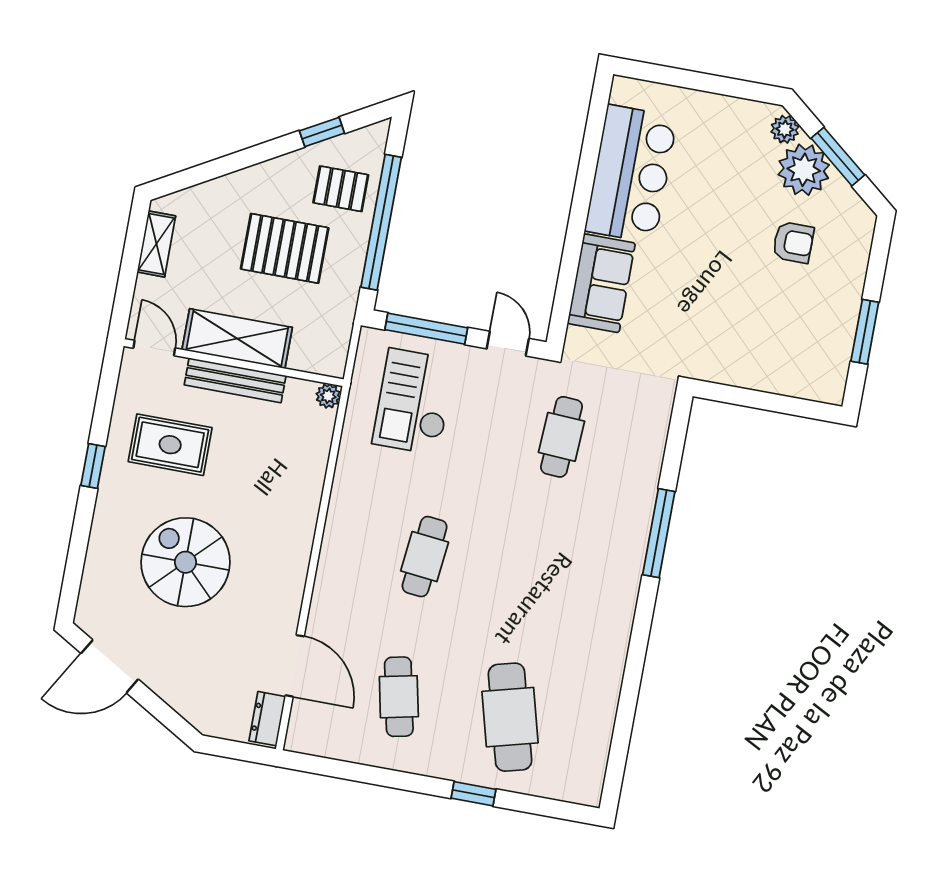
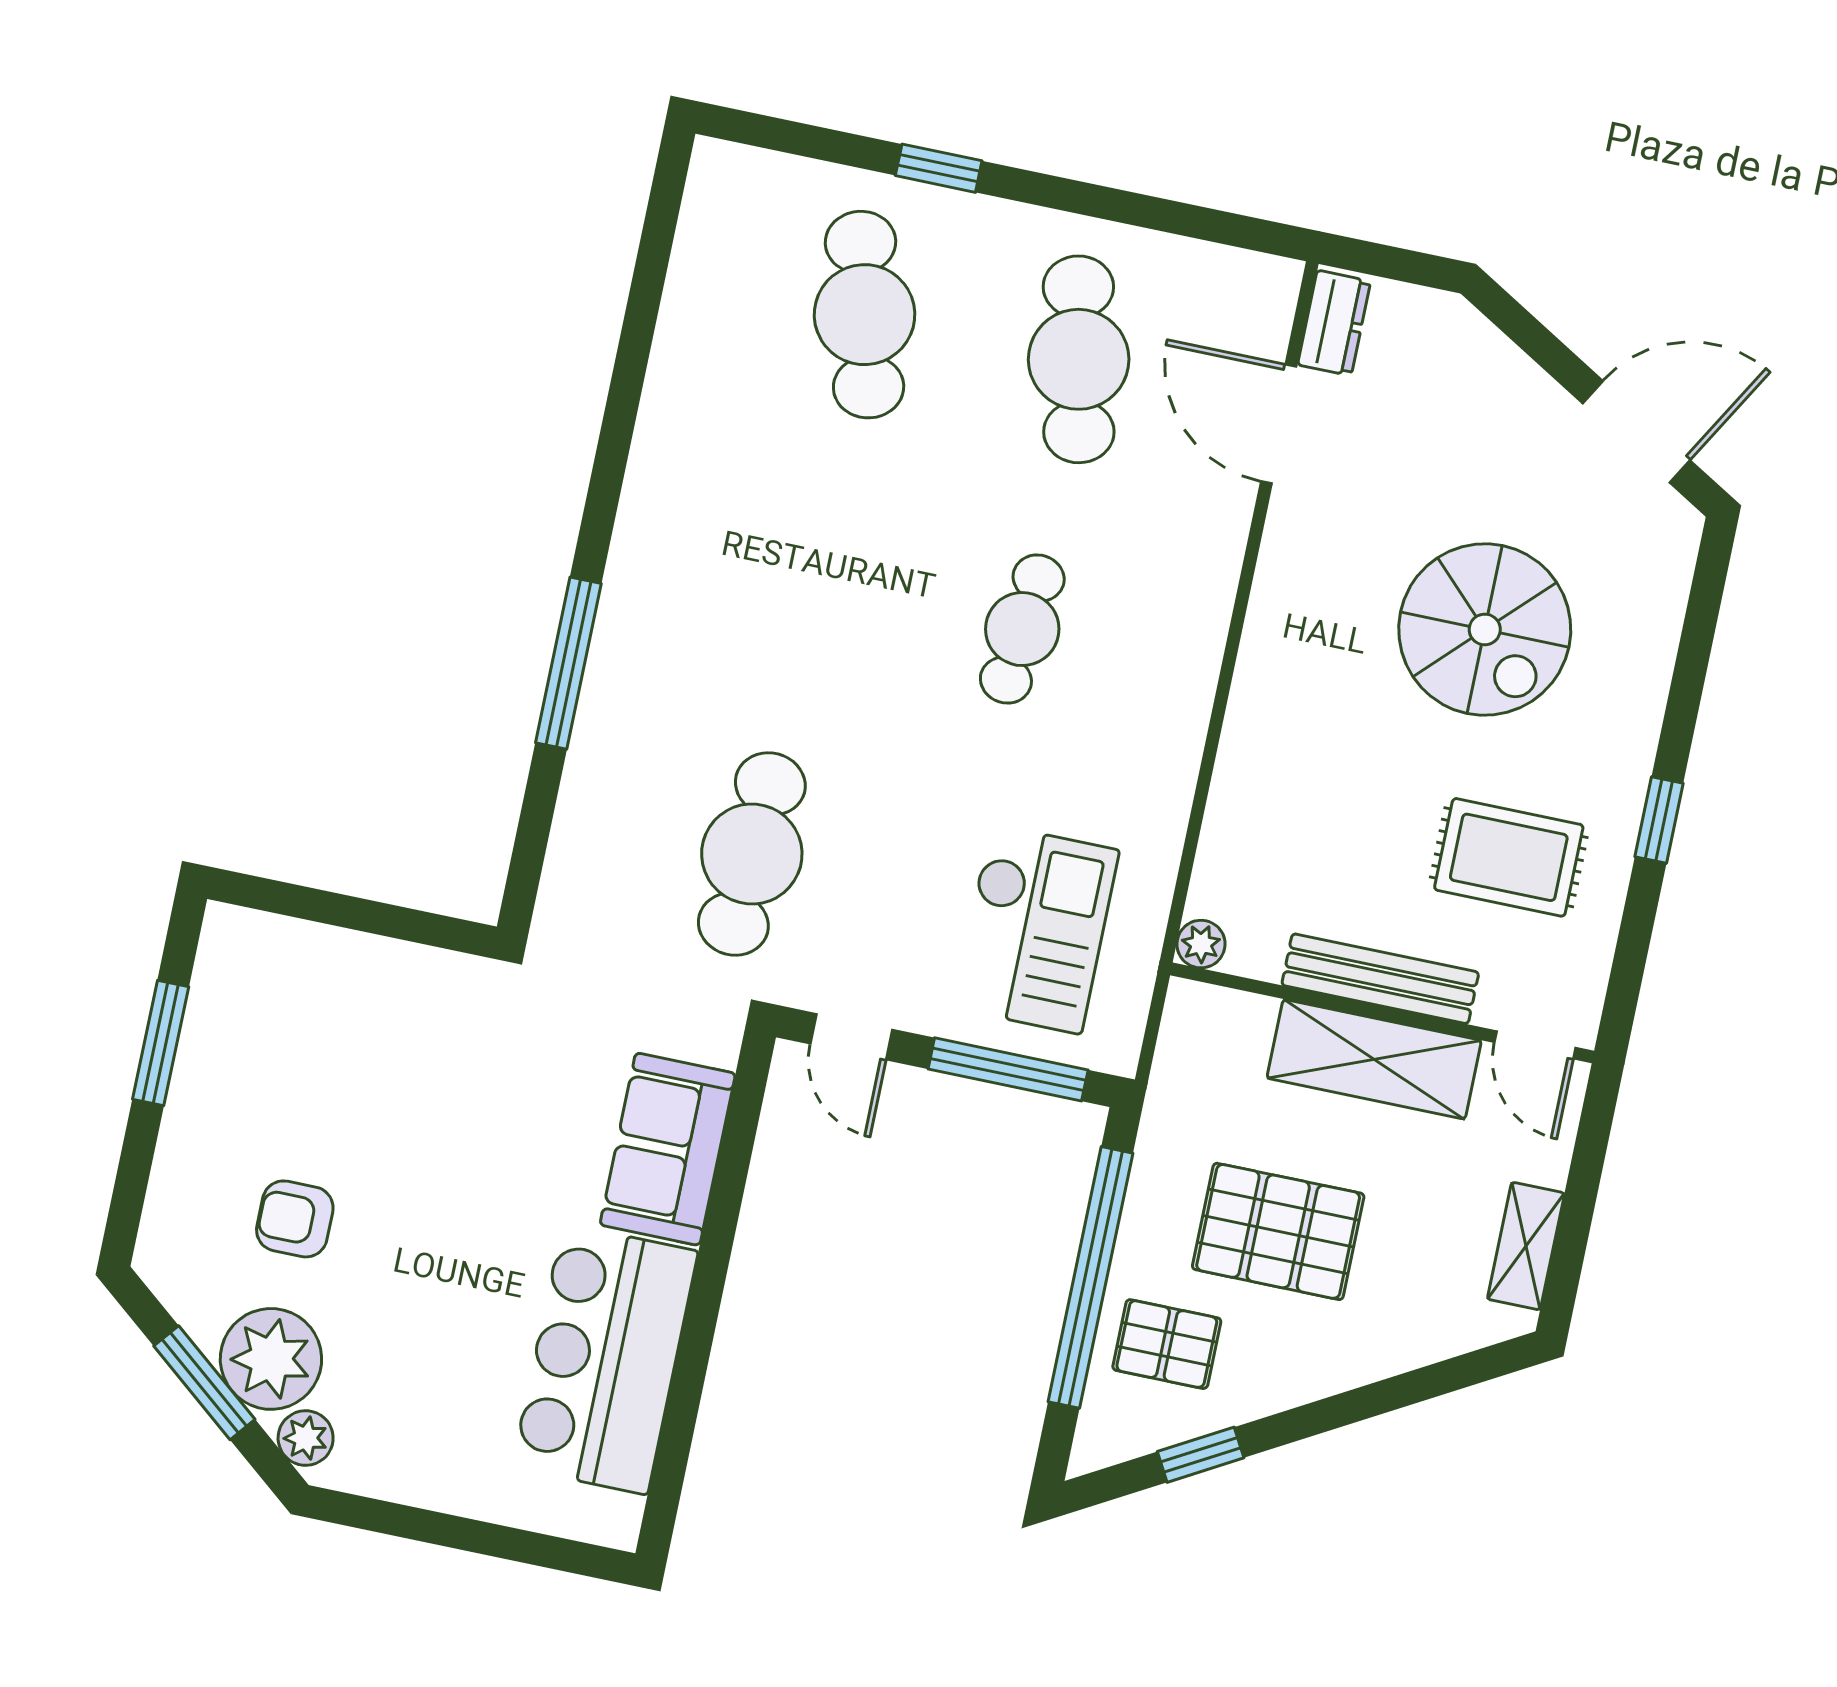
cafe table: (562, 437) -> (752, 854), width x1.37, depth x1.35
cafe table: (399, 697) -> (1079, 359), width x1.37, depth x1.35

